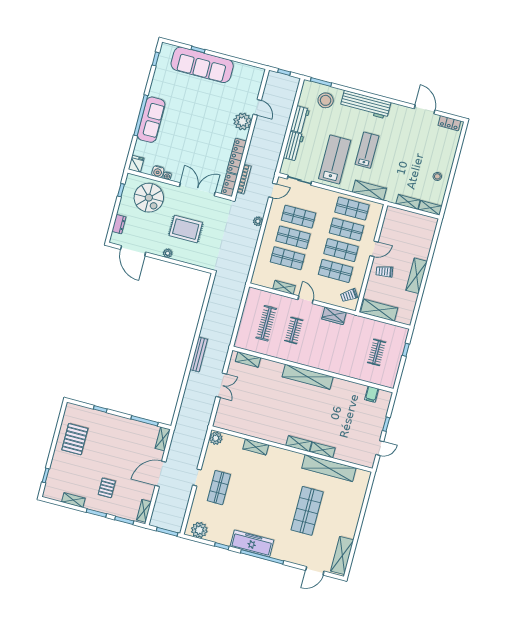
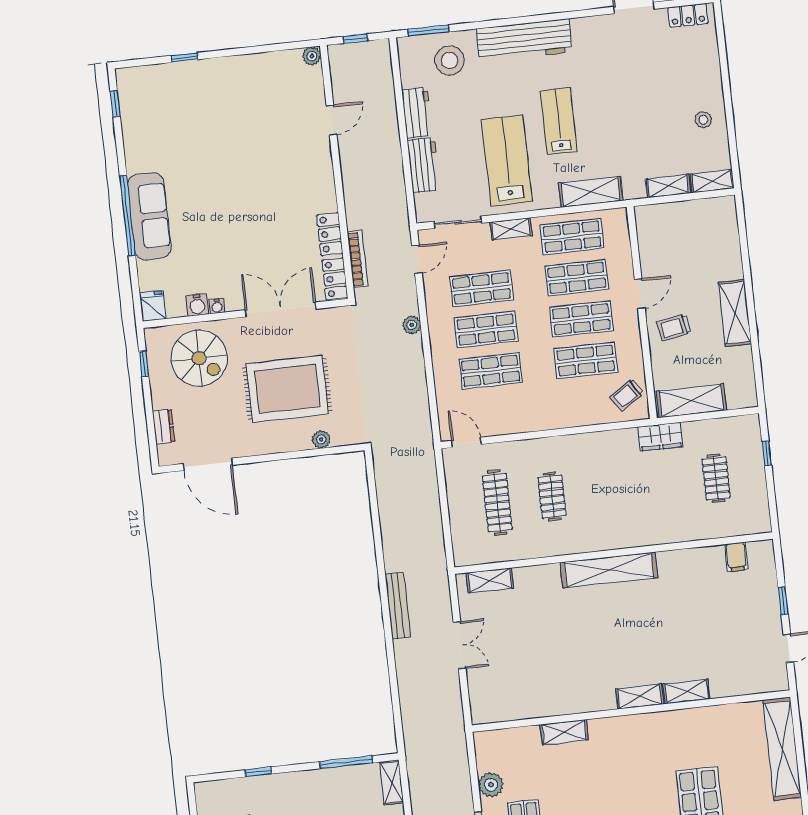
sofa: (202, 65) -> (203, 82), removed
door: (257, 107) -> (332, 120), hinge flipped
plant: (242, 122) -> (312, 56), moved, width x0.53, depth x0.53
locker: (237, 156) -> (330, 234), width x0.66
rug: (186, 229) -> (287, 389), width x1.37, depth x1.44
plant: (168, 253) -> (321, 439), moved
shelving: (284, 287) -> (511, 229), moved
door: (306, 300) -> (466, 442), moved
wardrobe: (334, 316) -> (660, 437), moved
plant: (216, 438) -> (491, 785), moved
shelving: (329, 468) -> (782, 749), moved, turned 90

